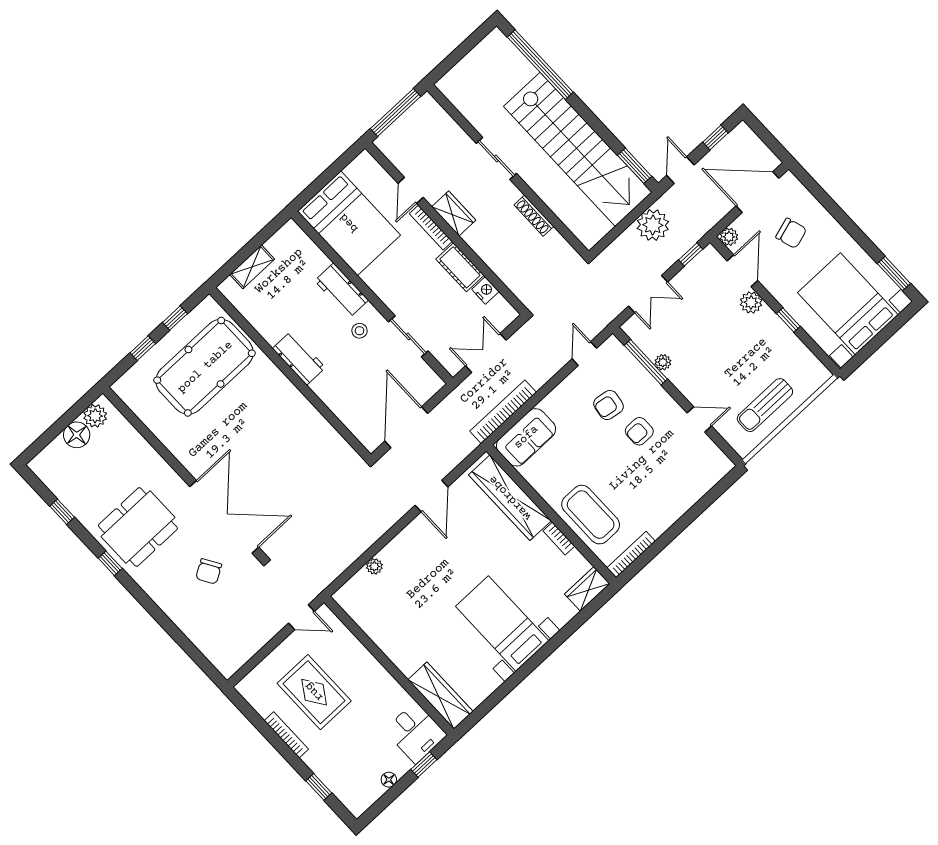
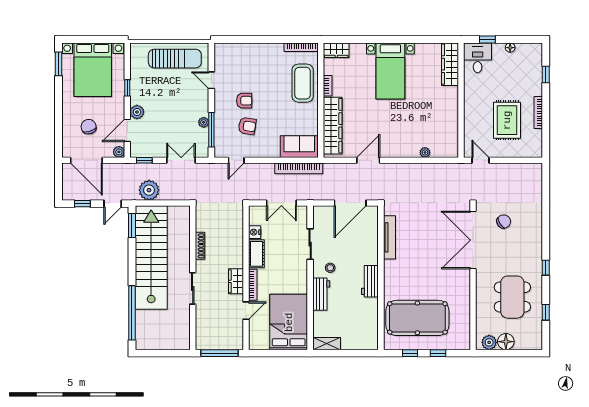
shelving: (252, 267) -> (327, 344), moved
sun lounger: (765, 405) -> (175, 59), width x1.36, depth x1.34
tv unit: (324, 430) -> (389, 237), added
dining table: (138, 527) -> (512, 297), moved, turned 90

